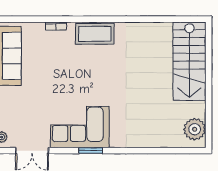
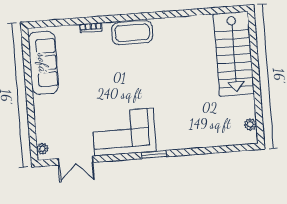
plant: (195, 129) -> (250, 124), width x0.53, depth x0.53
window: (91, 151) -> (154, 155), moved

